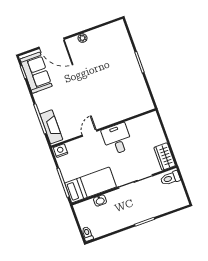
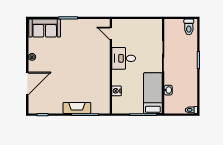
sofa: (36, 73) -> (45, 28), moved, turned 180
fireplace: (51, 127) -> (77, 108), moved
door: (89, 133) -> (111, 34), moved
nightstand: (60, 151) -> (116, 91), moved
wardrobe: (165, 157) -> (152, 25), removed
toilet: (170, 178) -> (189, 27), moved

